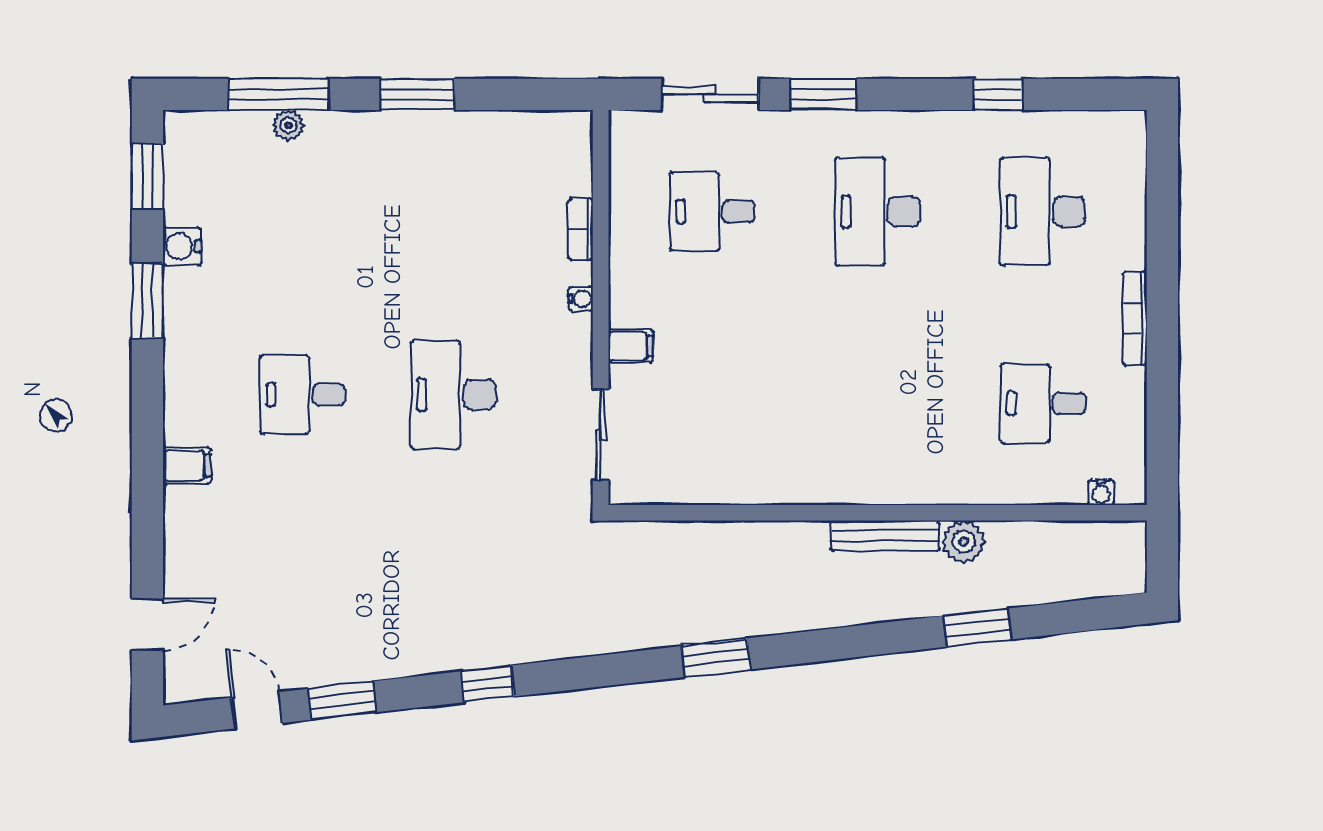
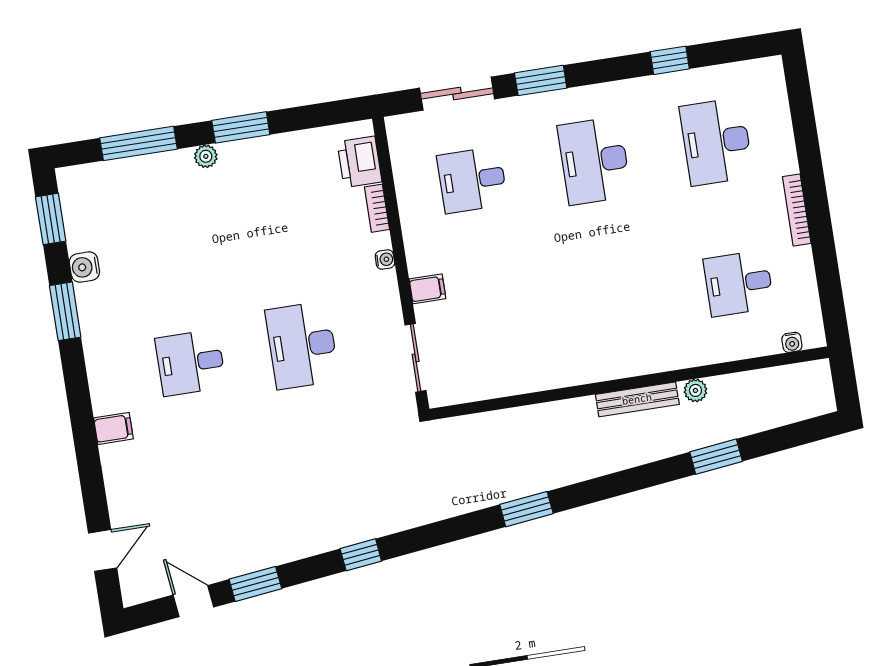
plant: (288, 125) -> (206, 156), moved
printer: (567, 164) -> (360, 162), added
plant: (964, 542) -> (695, 390), width x0.73, depth x0.73

